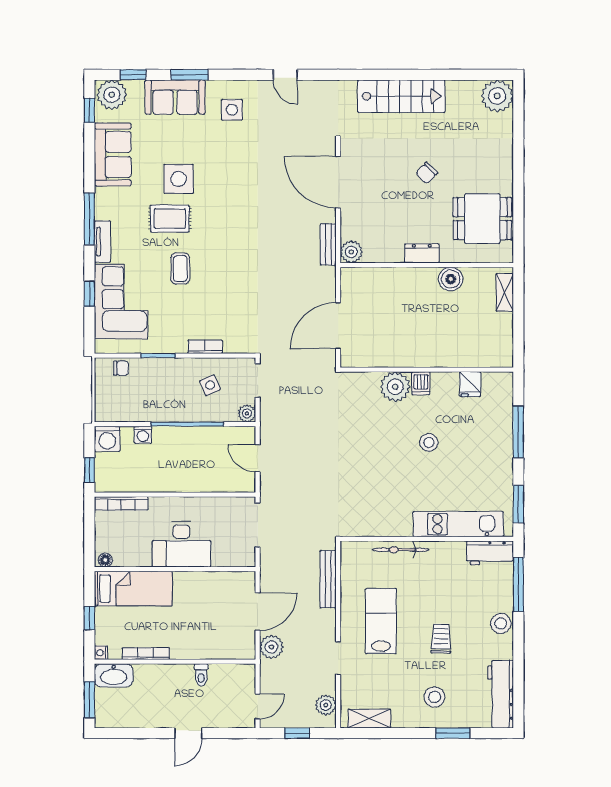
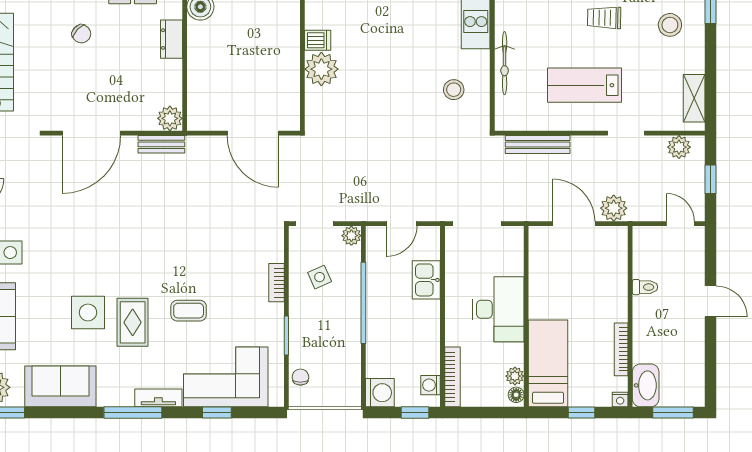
washing machine: (143, 435) -> (431, 385), moved, turned 180
stool: (429, 443) -> (454, 90), moved
kitchen sink: (207, 480) -> (426, 280), added
plant: (122, 559) -> (515, 376), added

